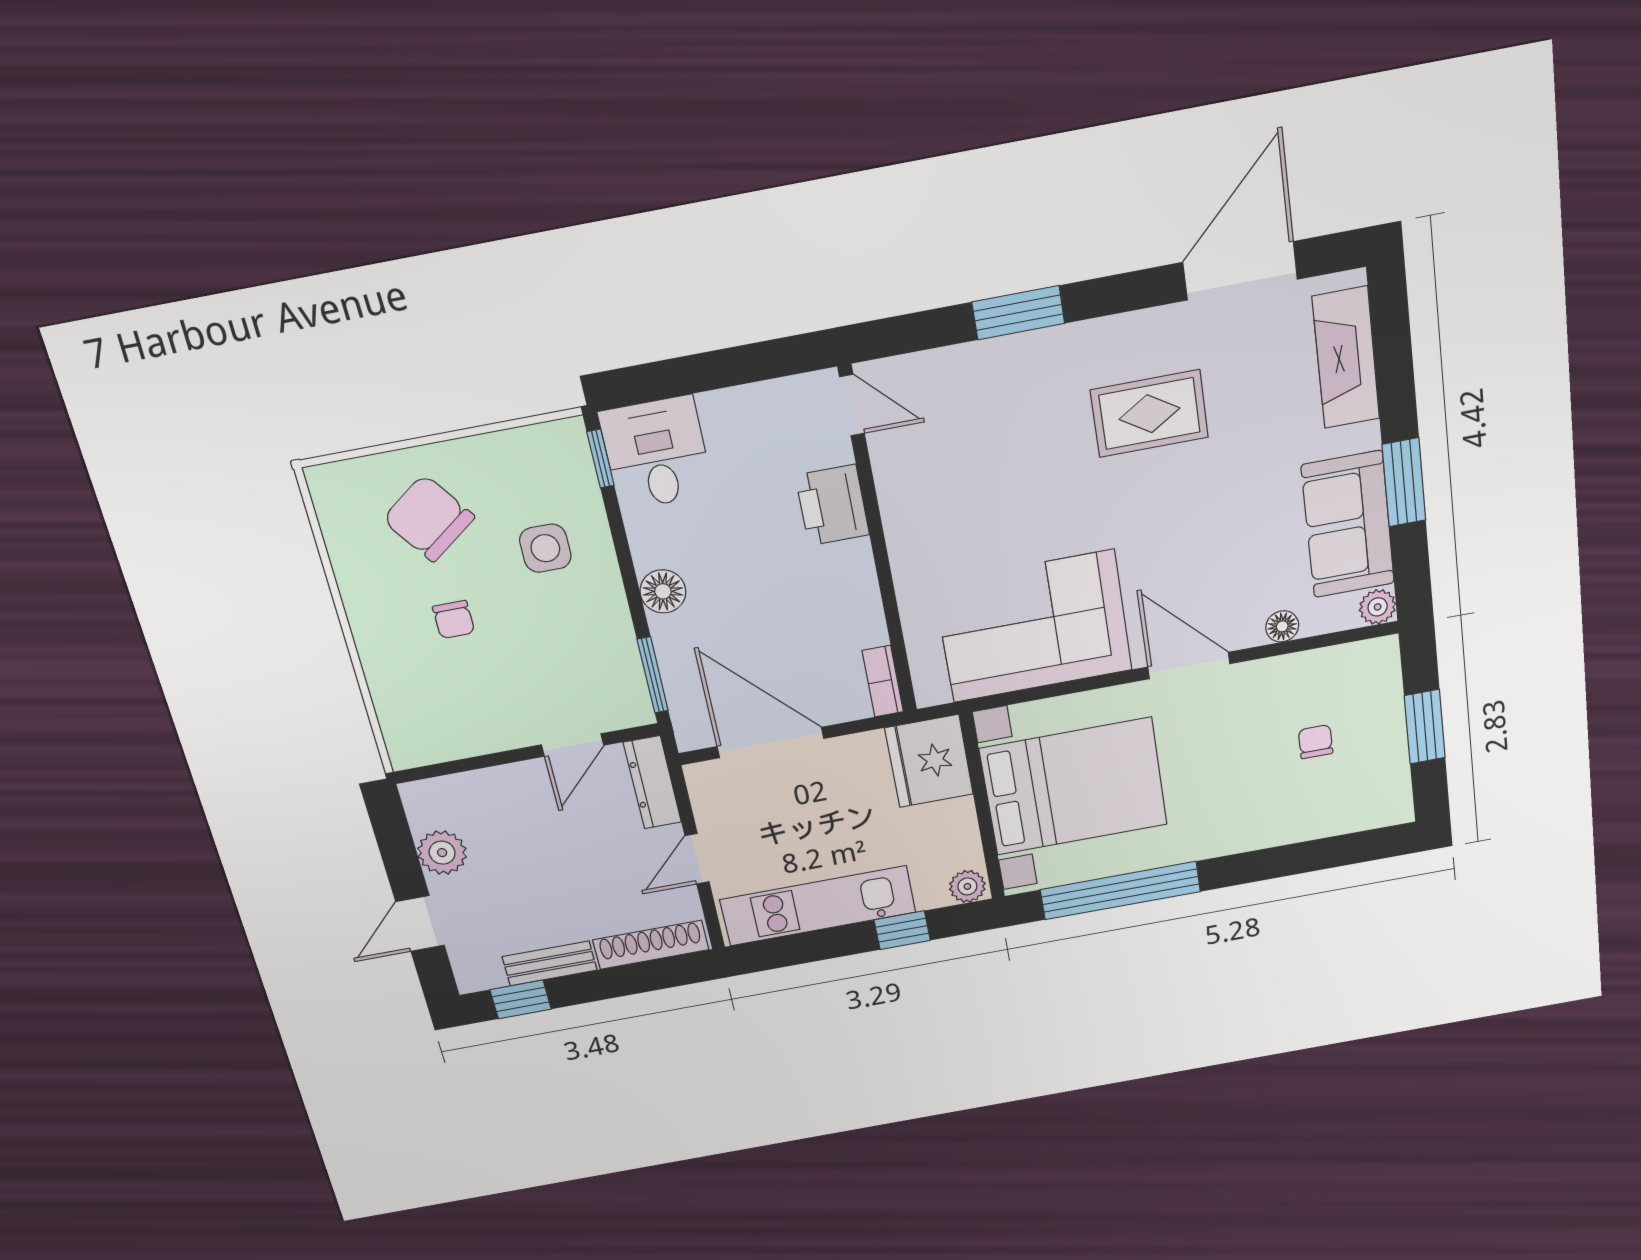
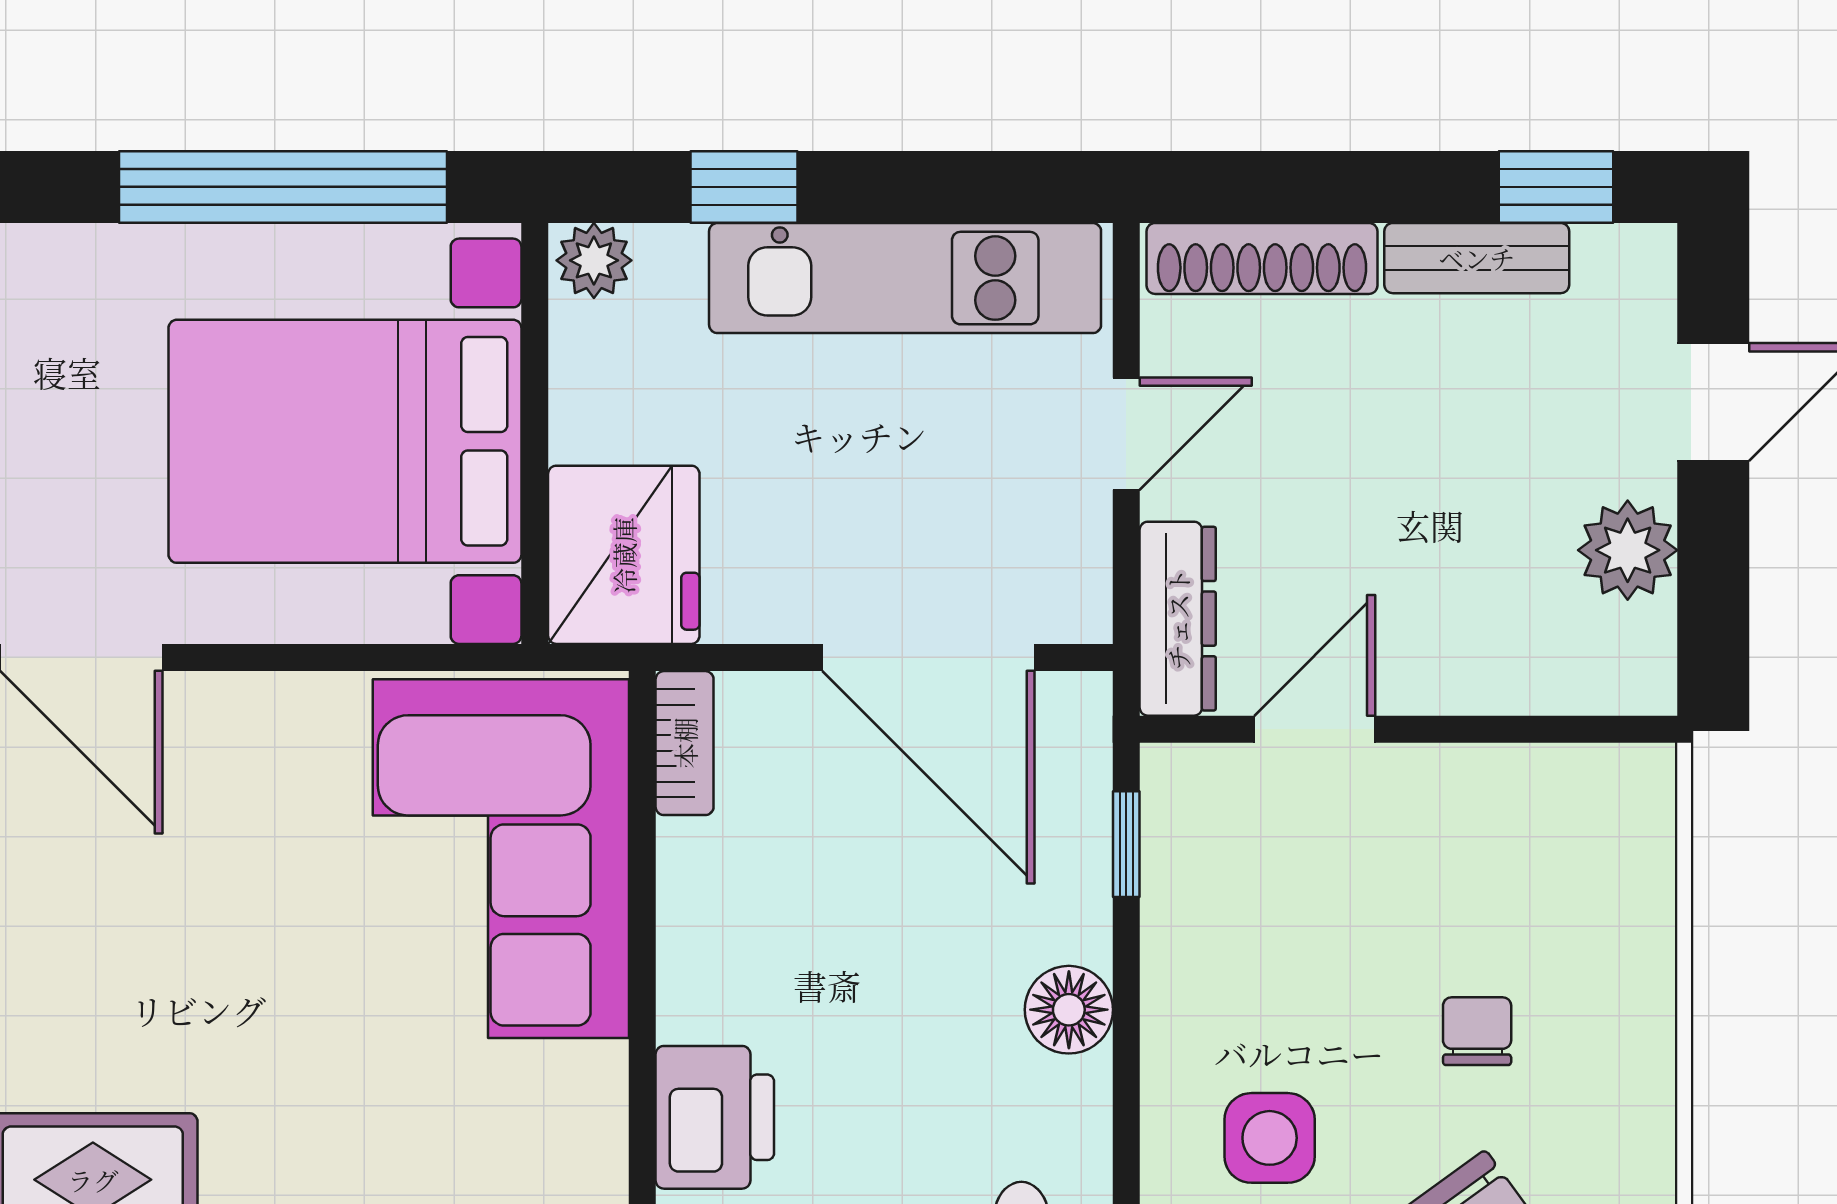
corner sofa: (1033, 627) -> (501, 859), moved, turned 90
window: (653, 675) -> (1126, 844), width x0.67

